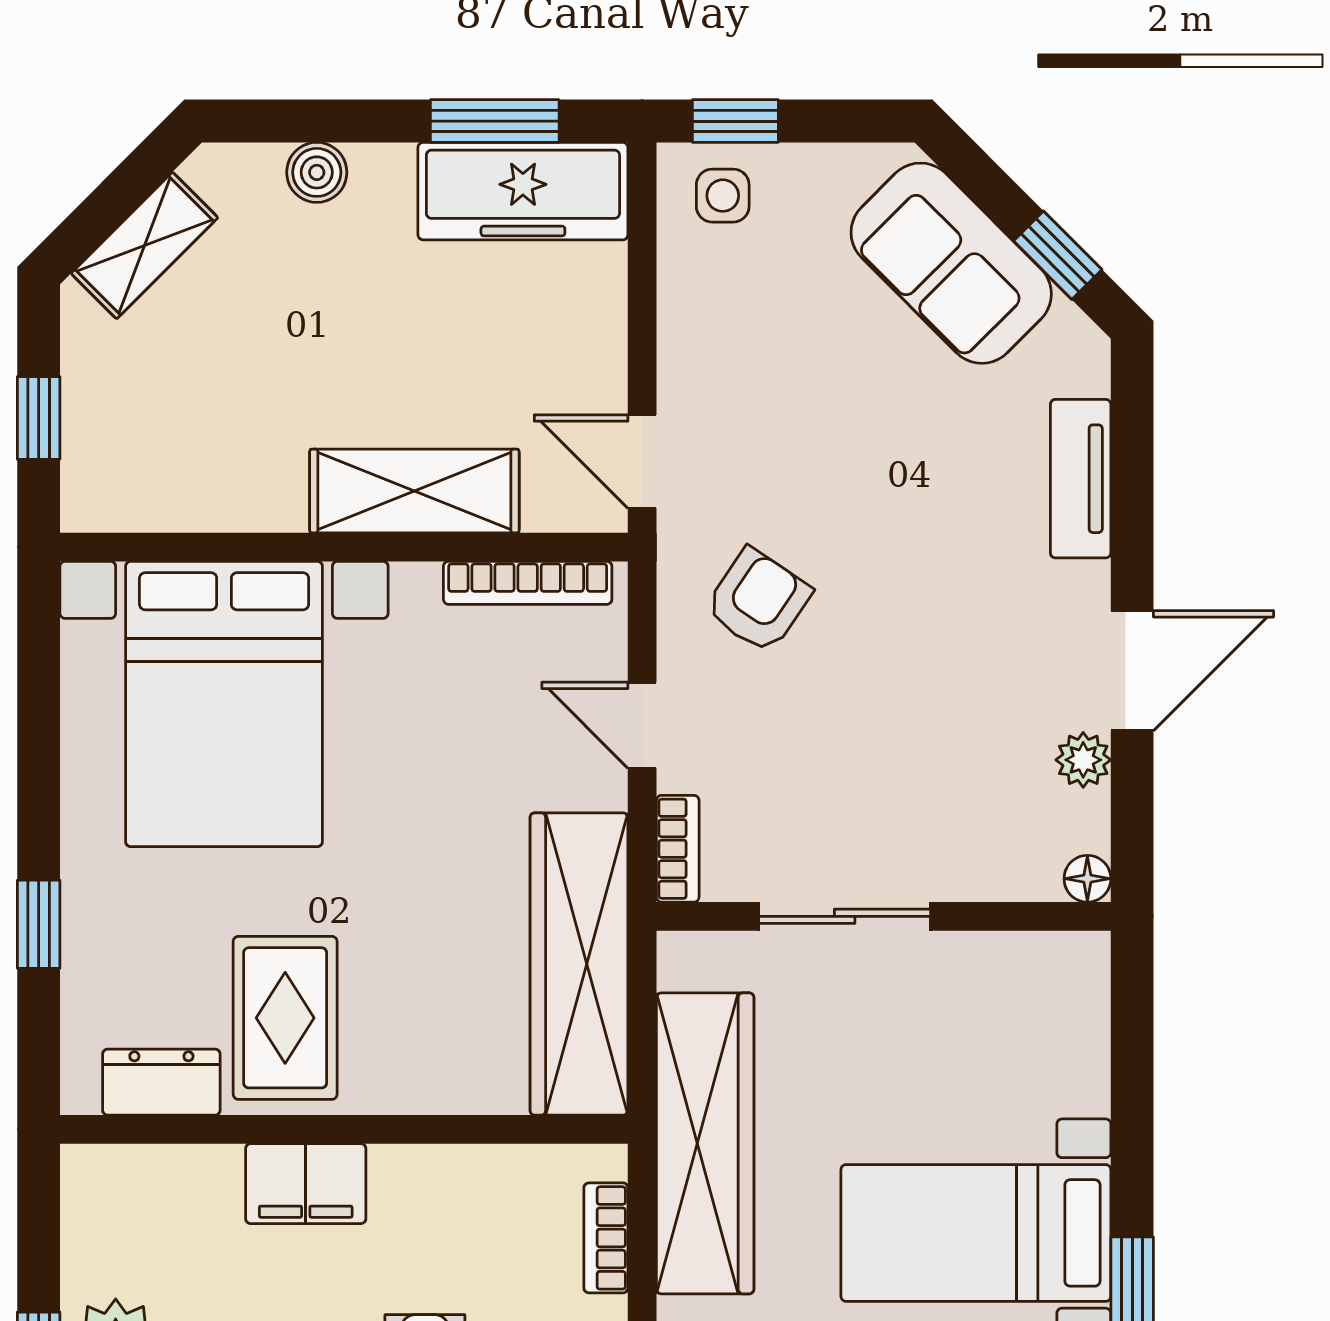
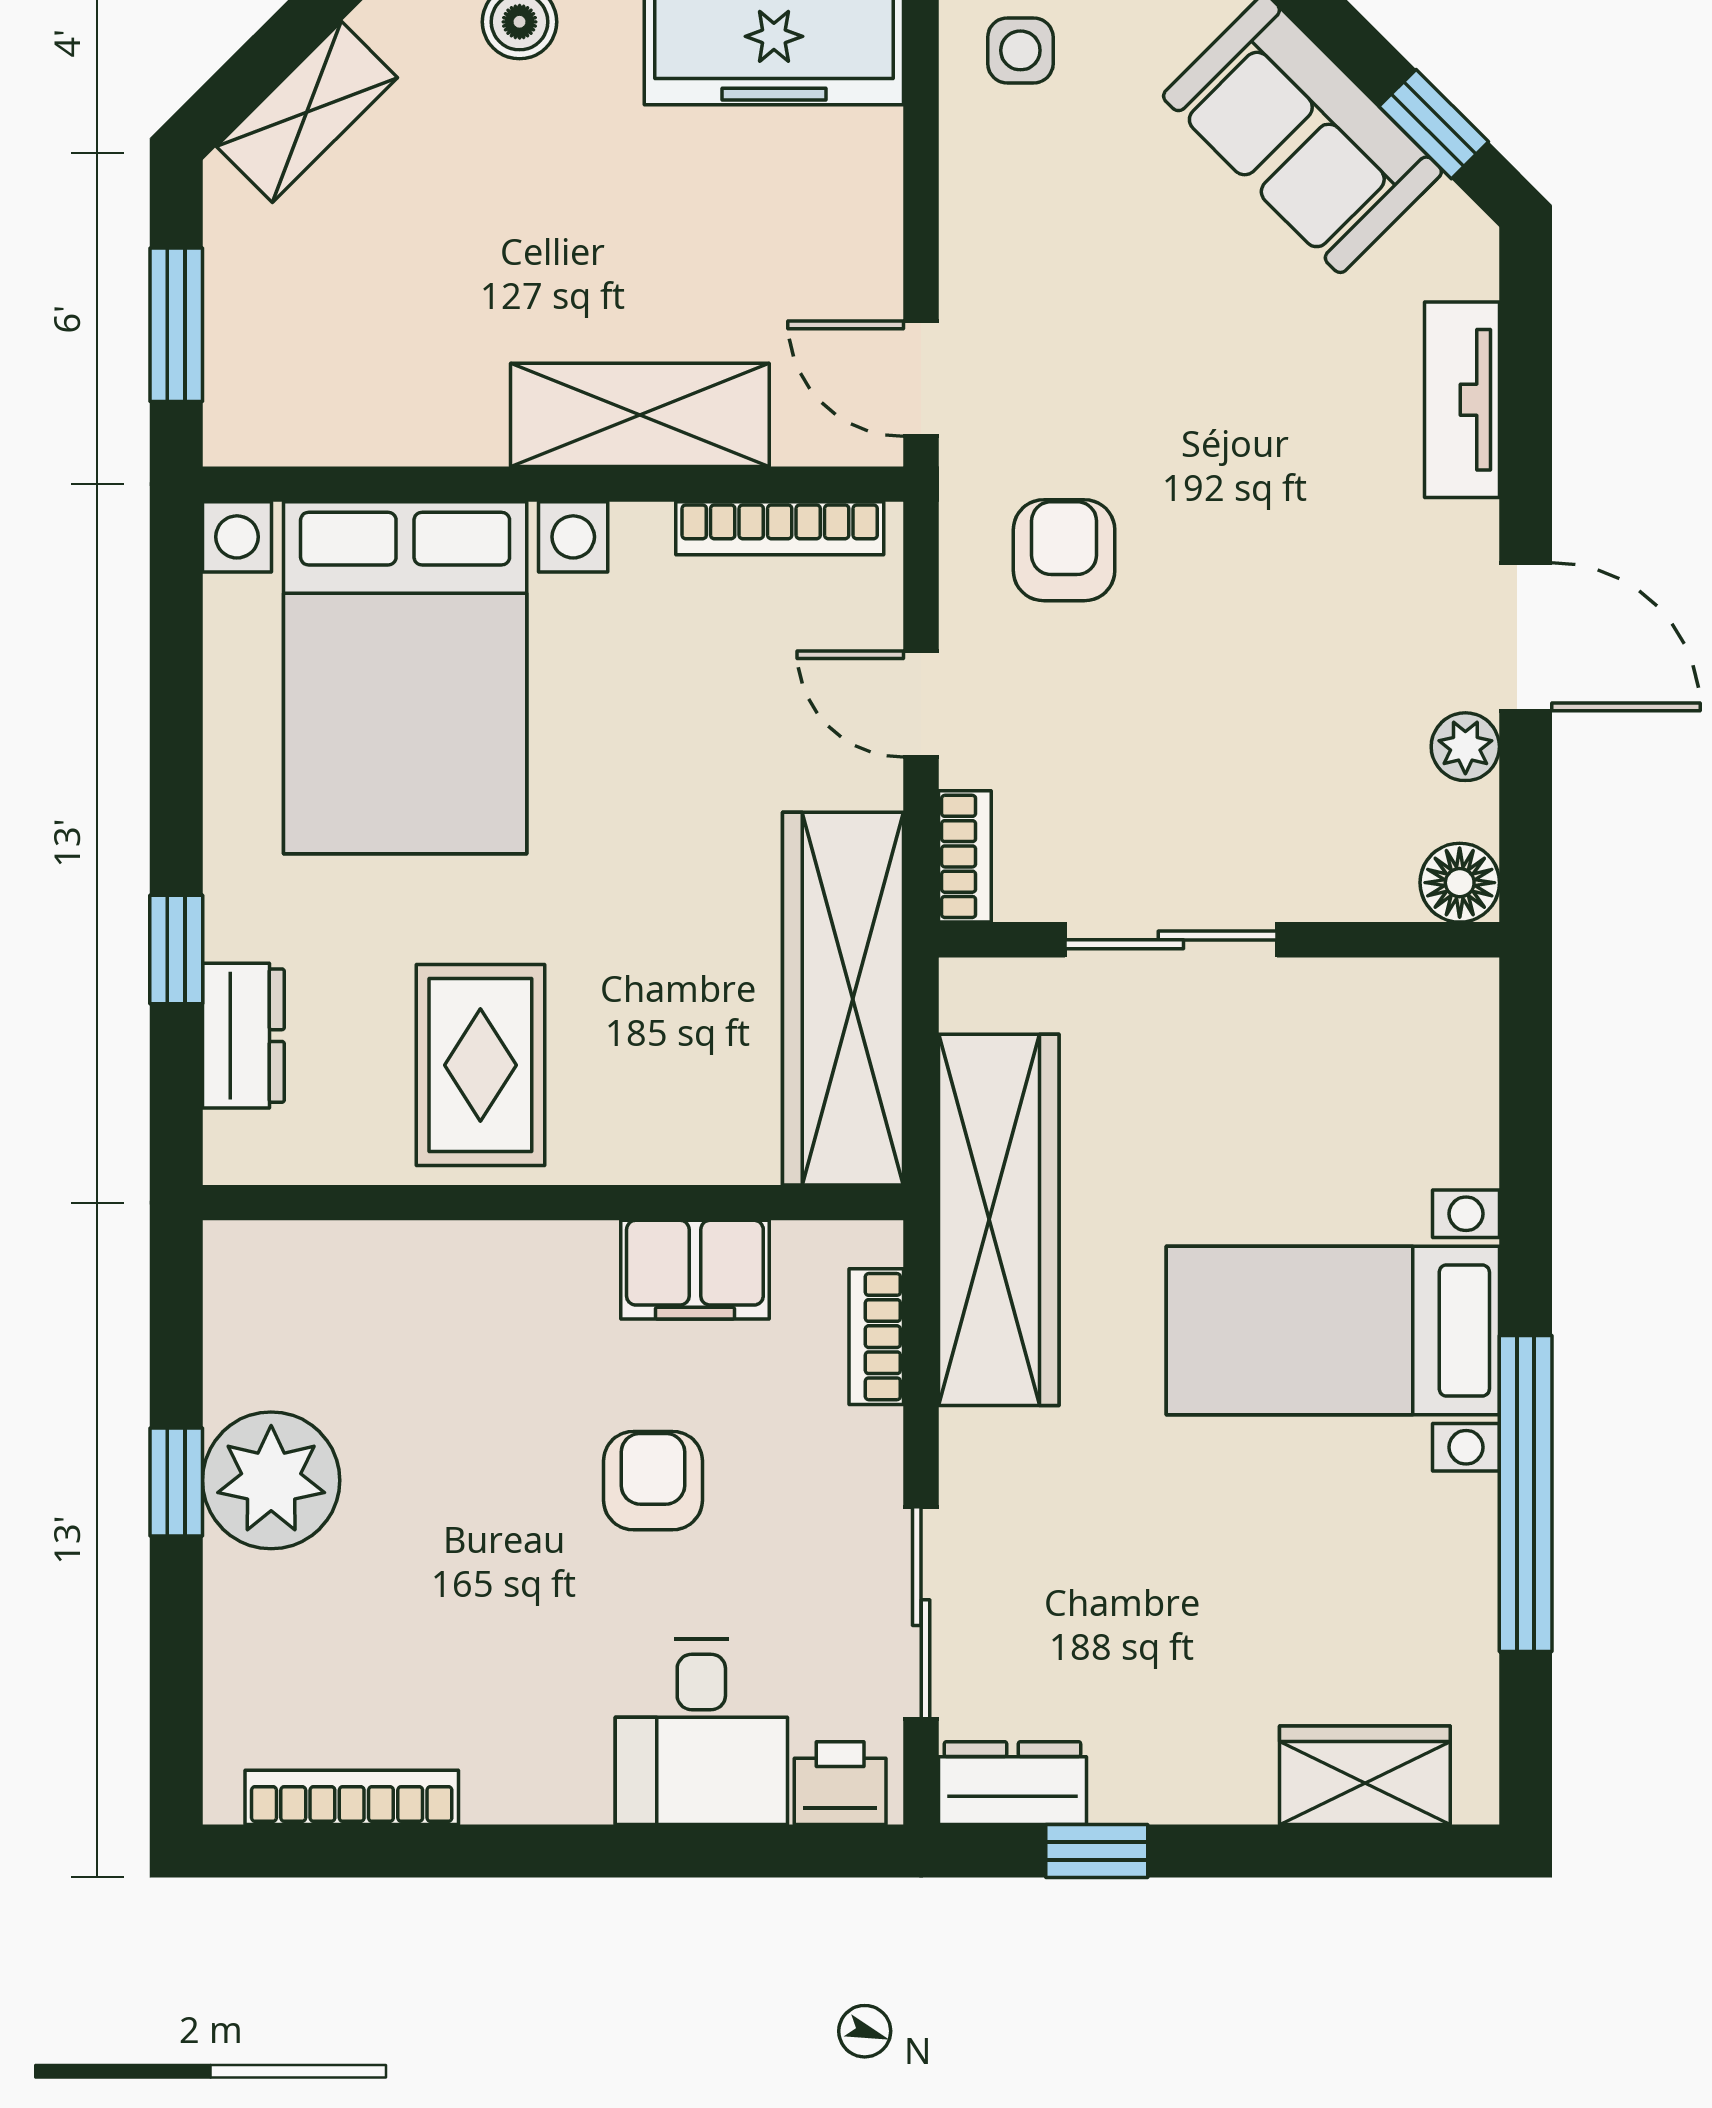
window: (39, 418) -> (176, 325), width x1.50
armchair: (758, 601) -> (1064, 550), turned -34
door: (1132, 671) -> (1526, 637), hinge flipped
floor lamp: (1087, 879) -> (1460, 883), width x1.37, depth x1.37
dresser: (161, 1082) -> (243, 1036), moved, turned 90
filing cabinet: (306, 1184) -> (695, 1270), moved

